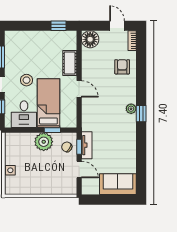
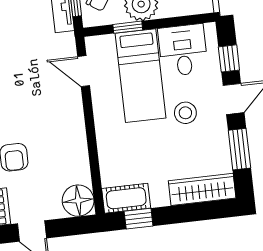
wardrobe: (22, 38) -> (202, 189), added
cot: (70, 63) -> (126, 198), moved, turned 90
door: (79, 89) -> (84, 71), moved

